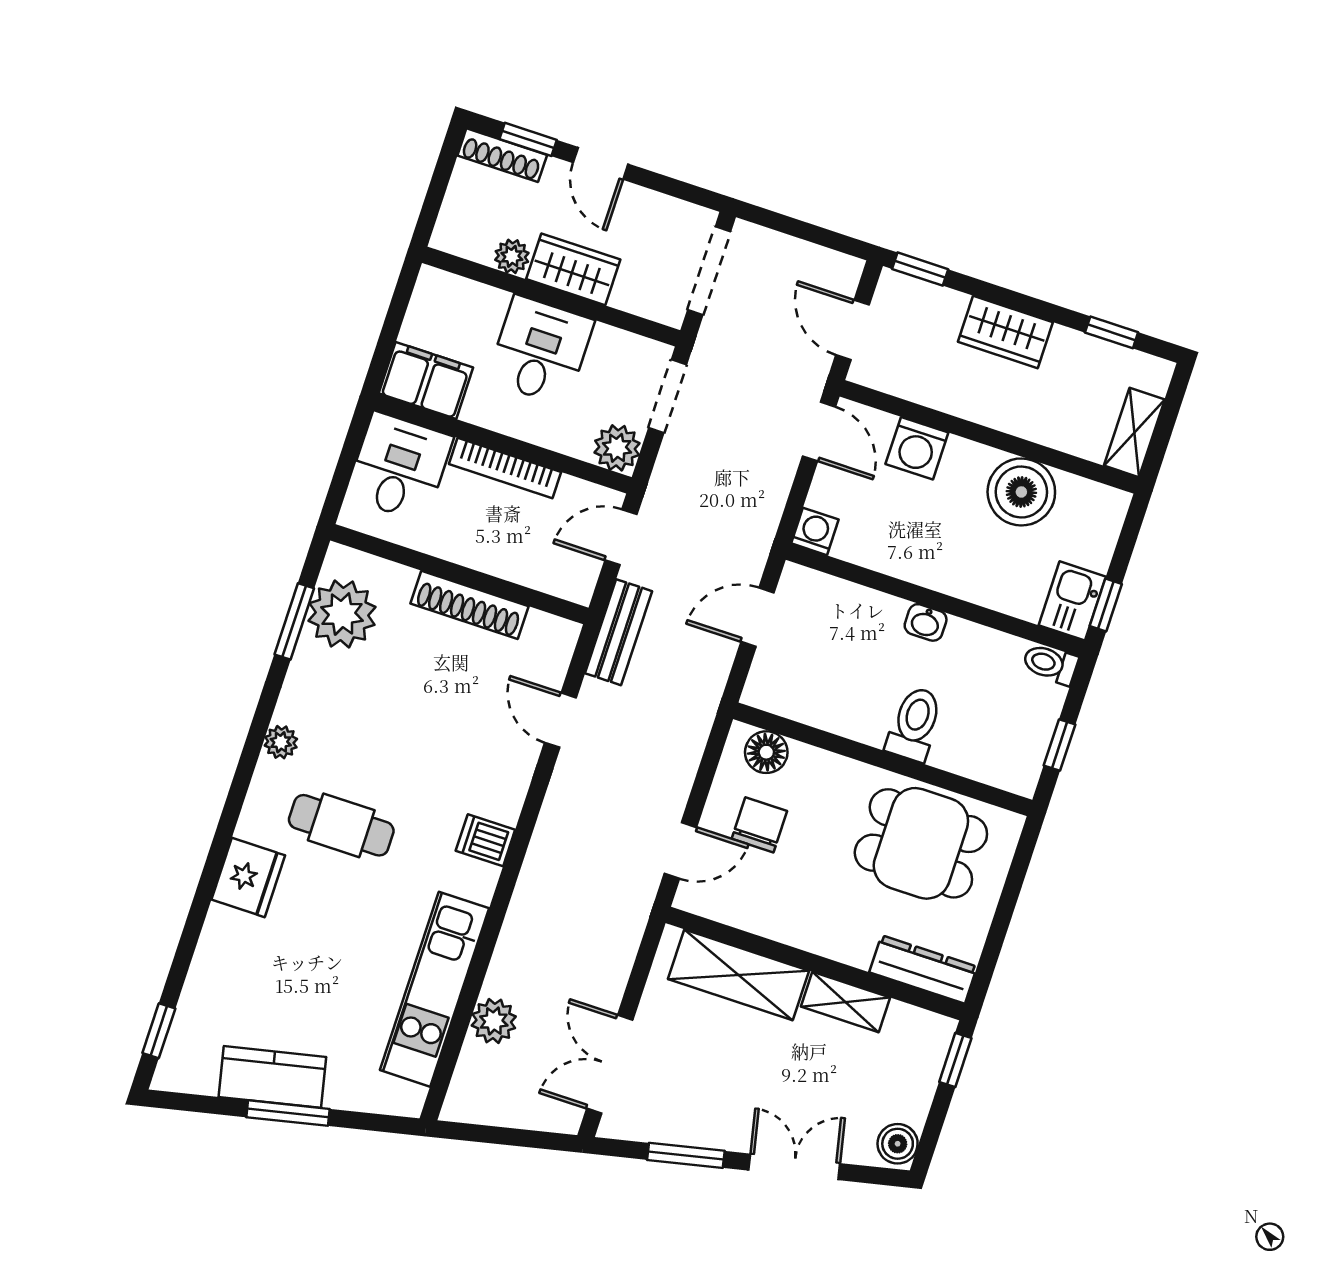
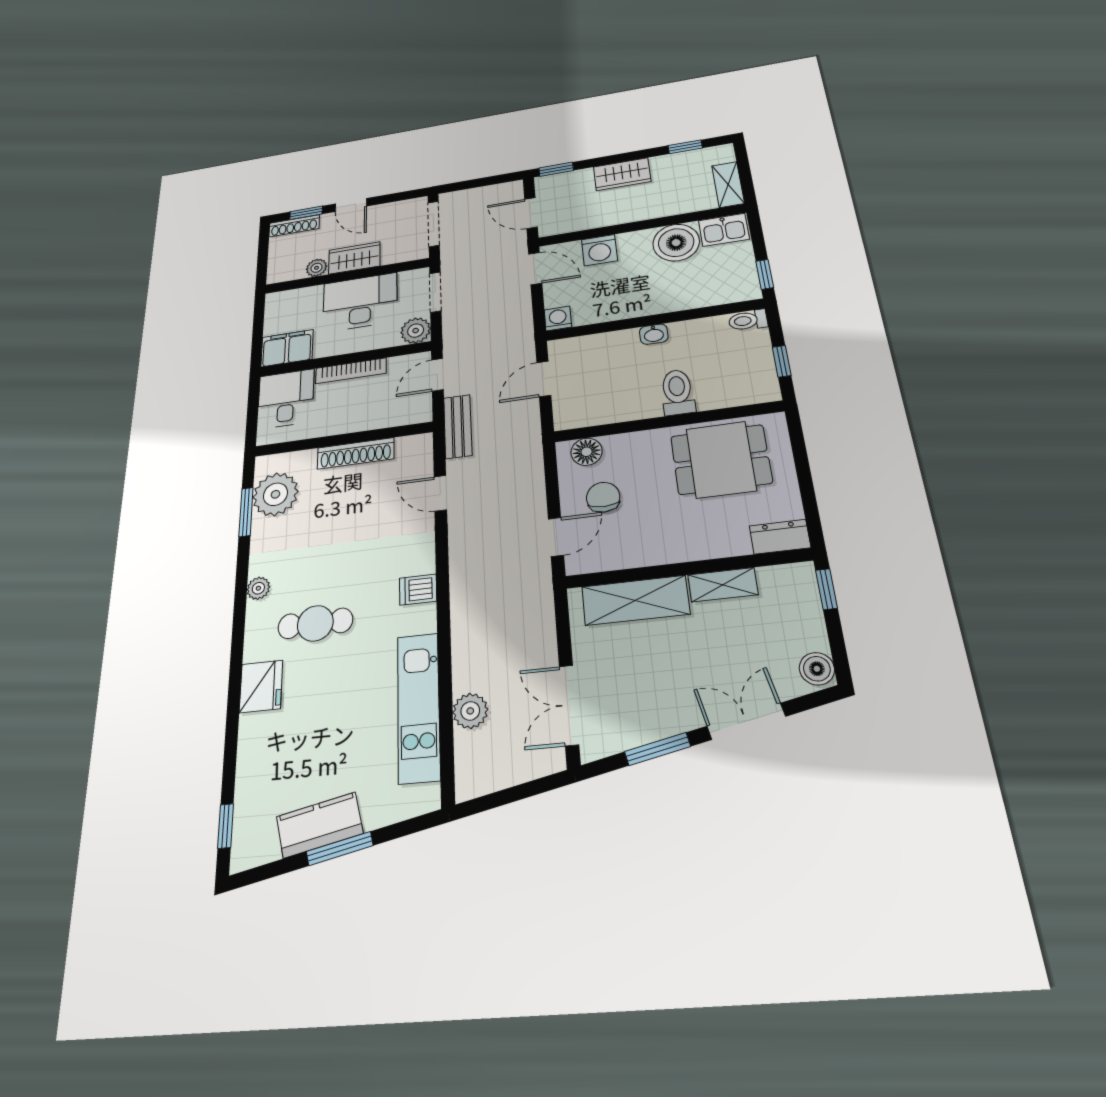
desk: (540, 351) -> (360, 302), width x1.37
kitchen sink: (1072, 601) -> (724, 230), moved, turned -90
dresser: (923, 969) -> (780, 537), width x0.70

